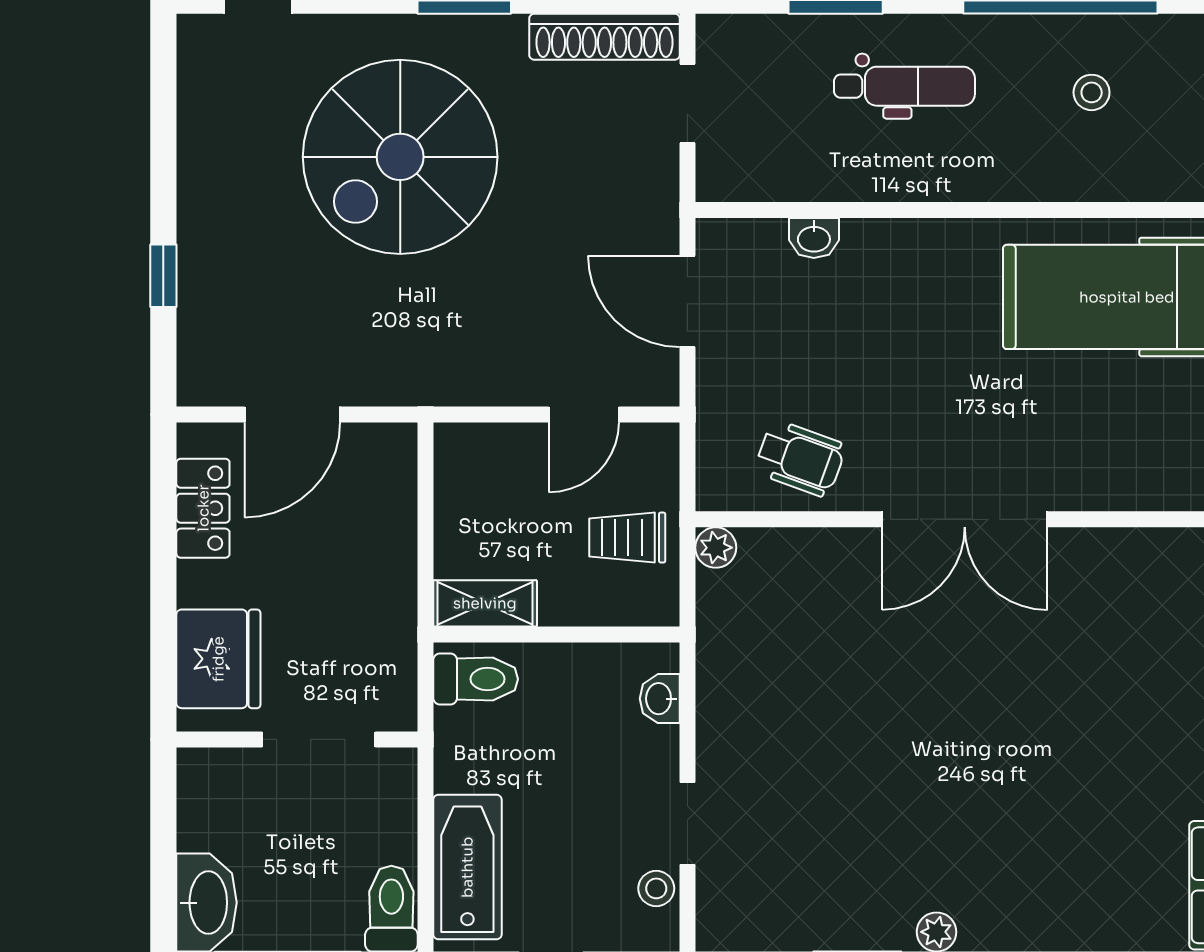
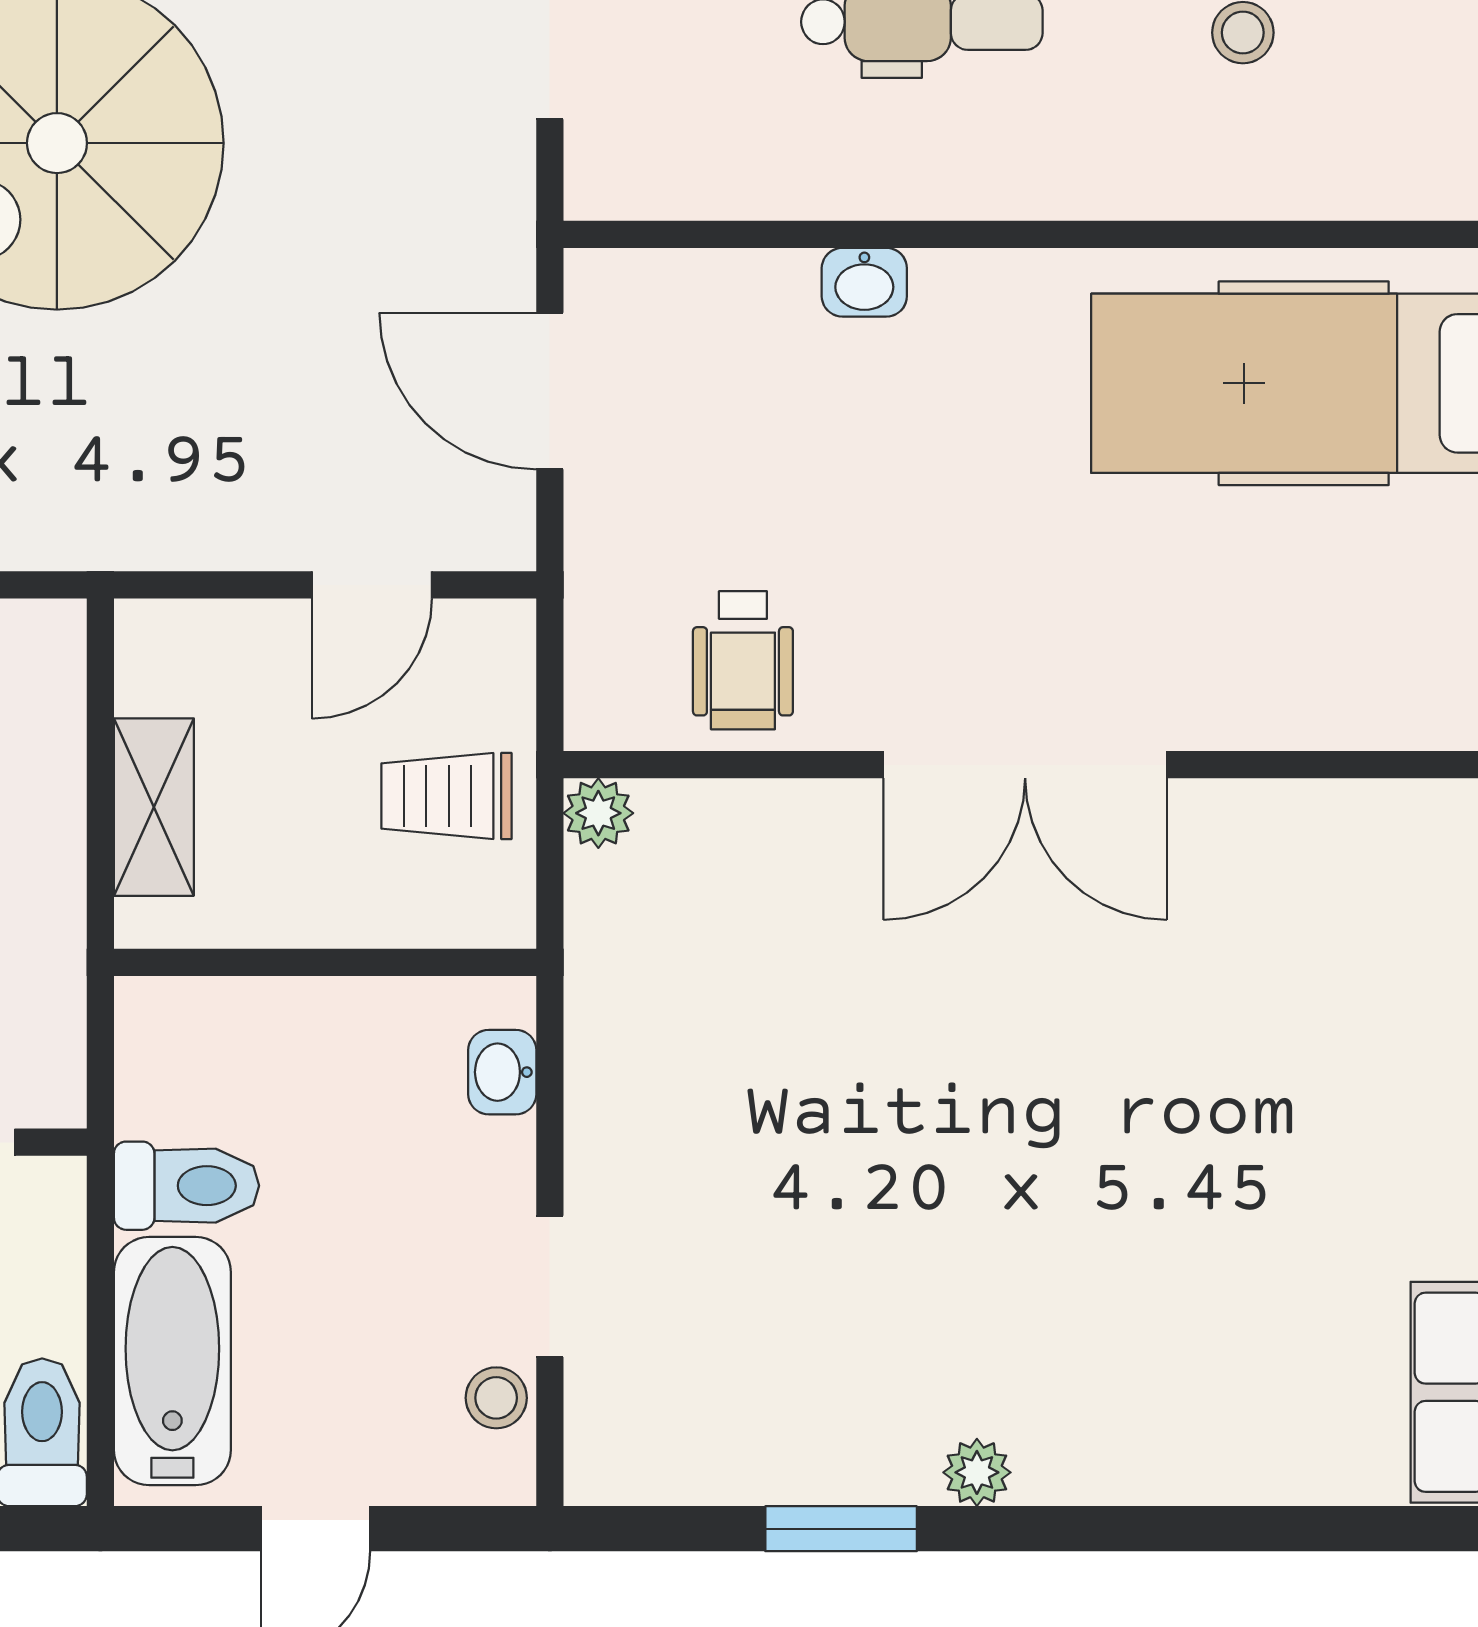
washbasin: (814, 238) -> (864, 282), moved
wheelchair: (800, 458) -> (743, 660), turned 70
shelving: (485, 603) -> (154, 807), moved, turned 90
toilet: (476, 679) -> (186, 1186), moved

